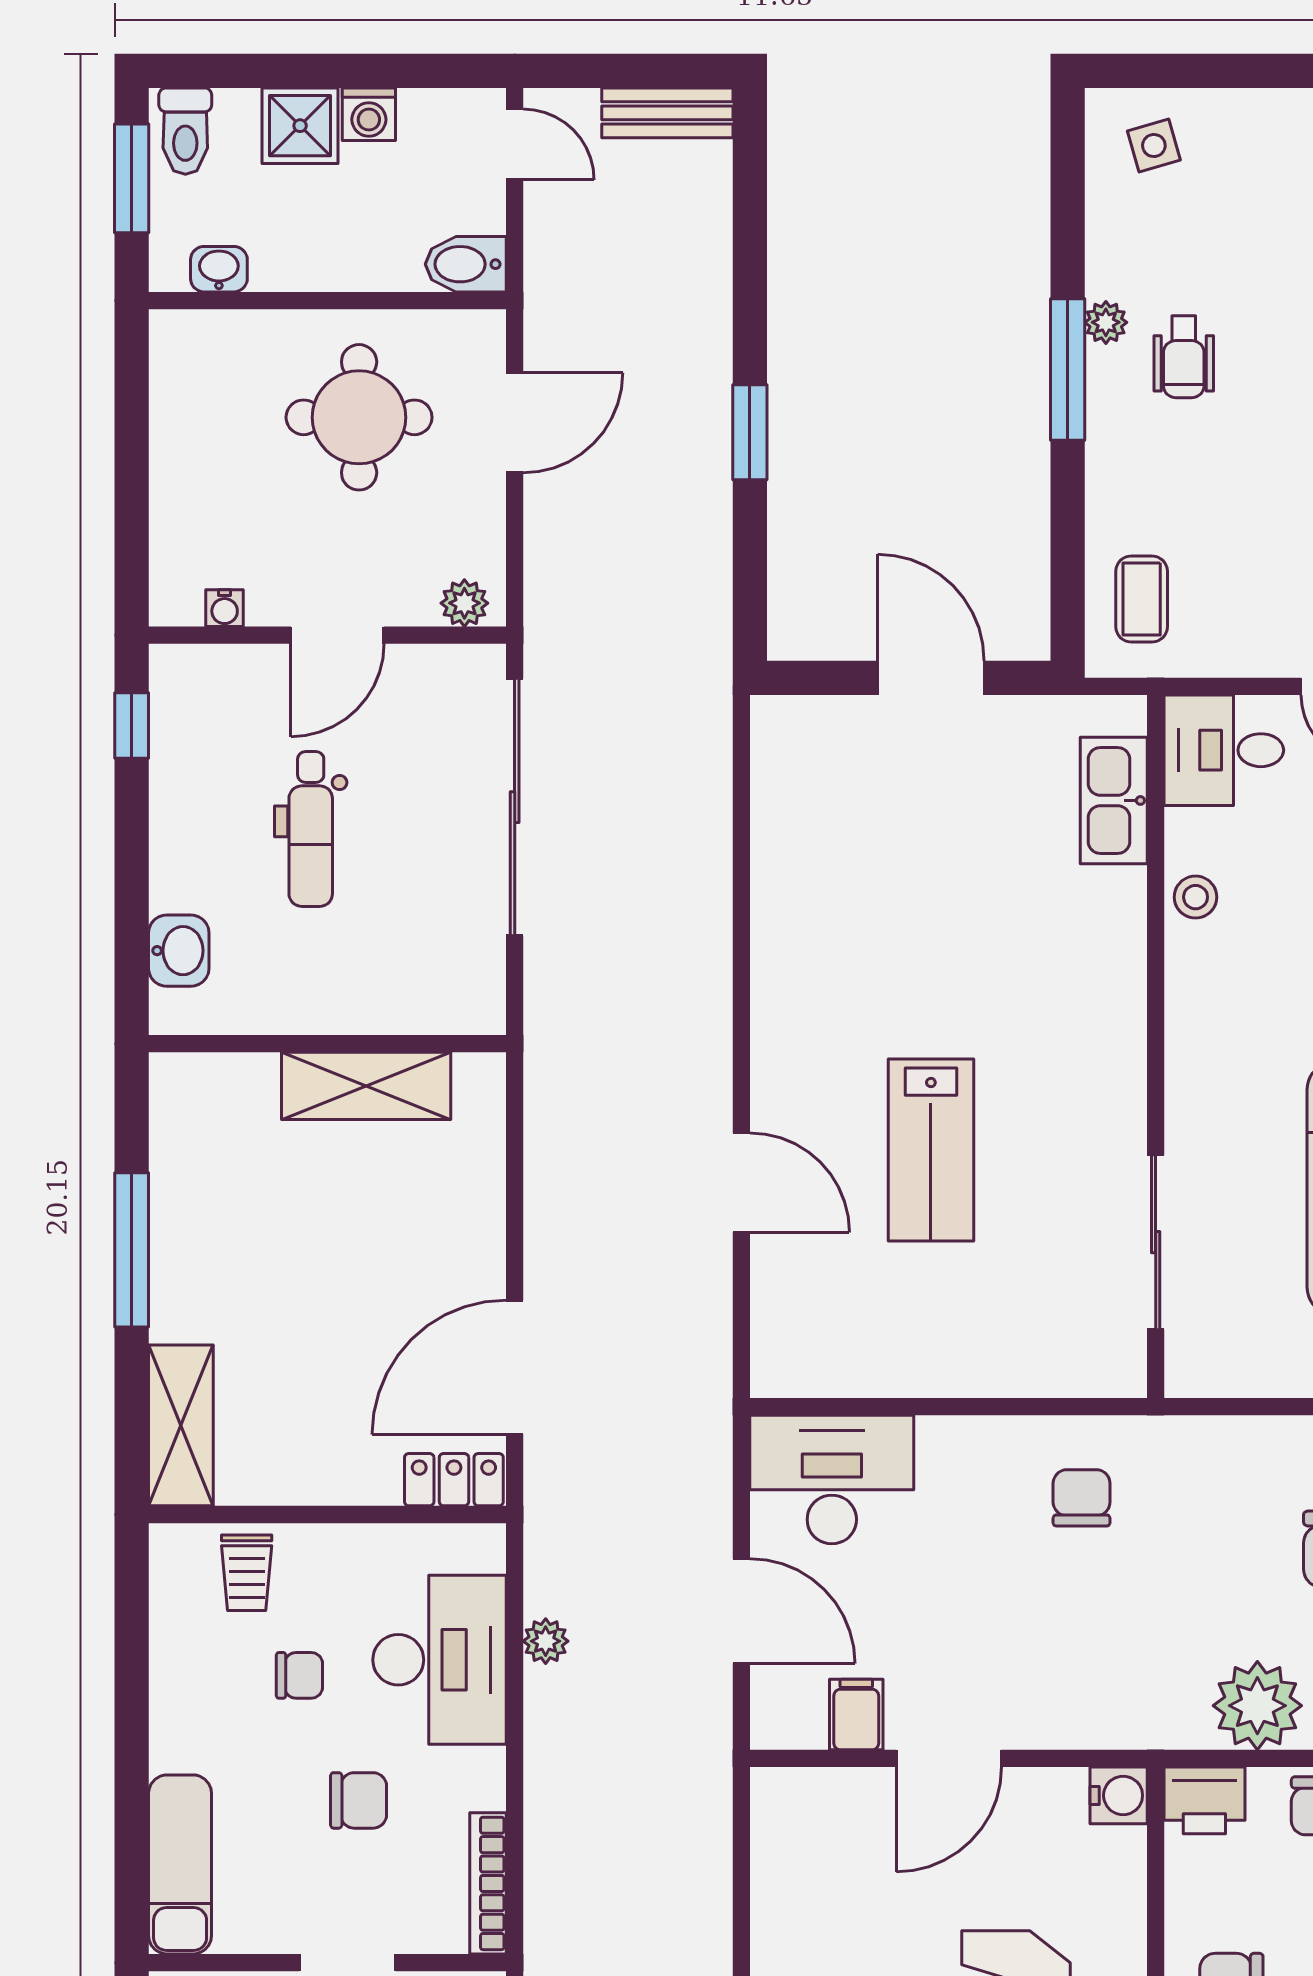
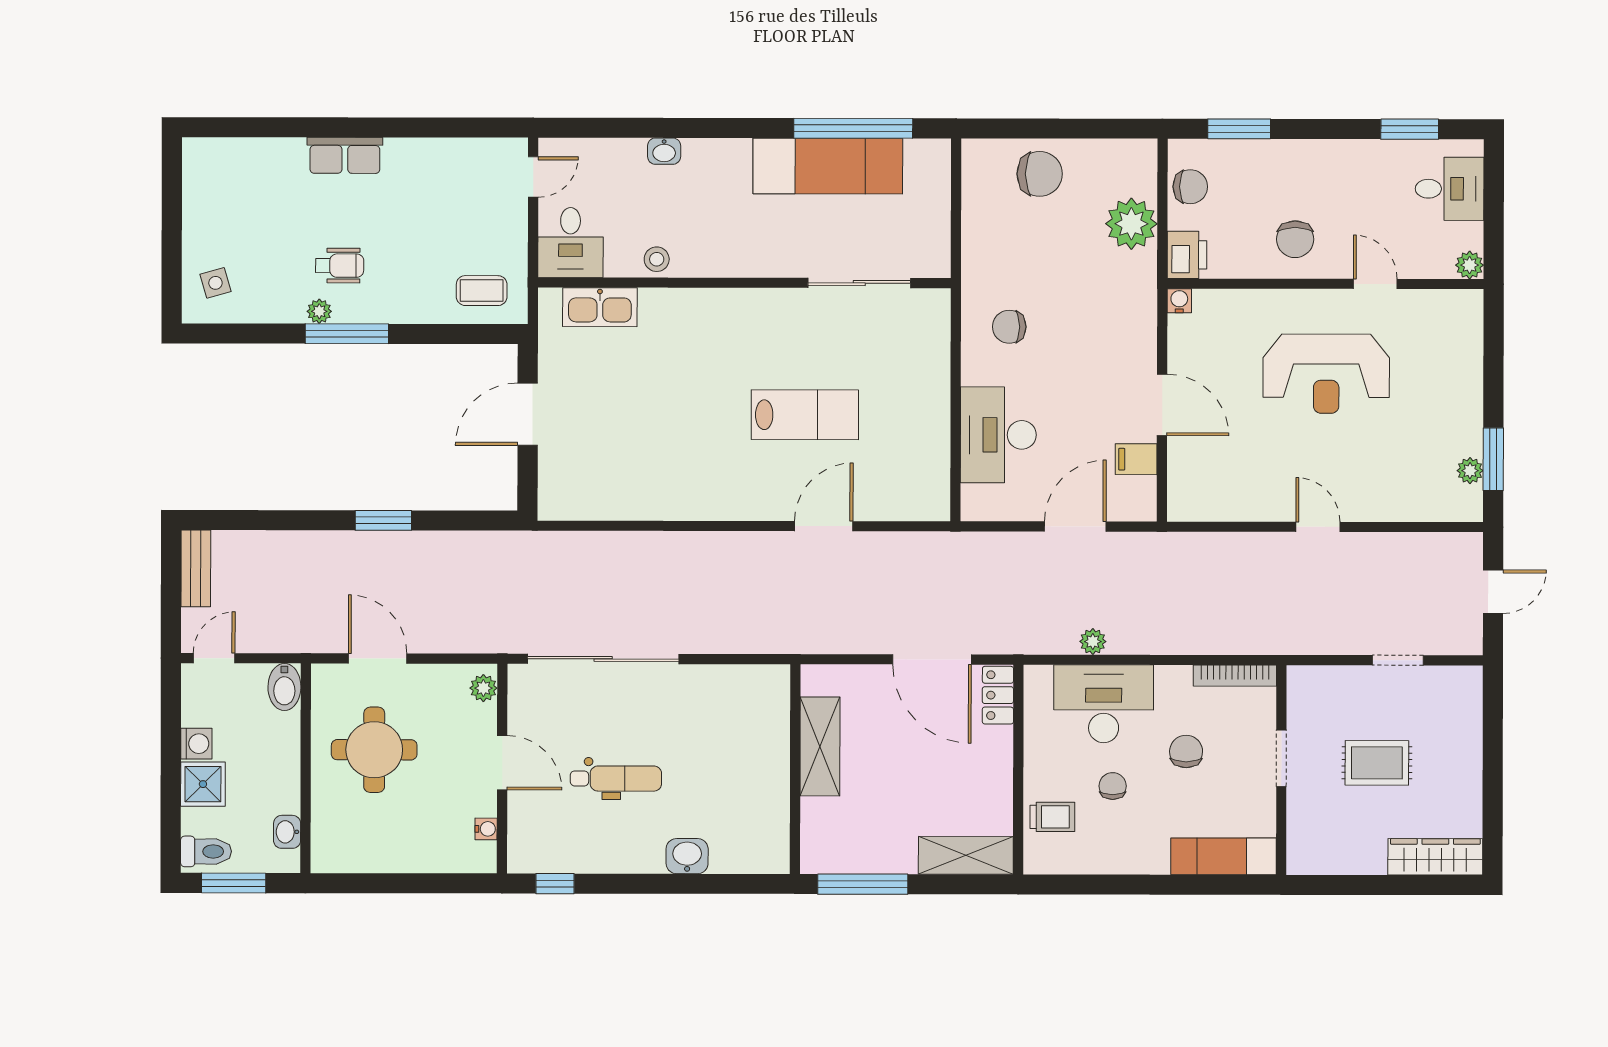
wall: (327, 1044) -> (795, 769), moved
shelving: (366, 1086) -> (820, 746), moved
desk: (832, 1480) -> (998, 435), moved
water cooler: (1119, 1795) -> (1179, 301), width x0.72, depth x0.72

